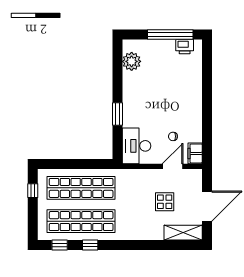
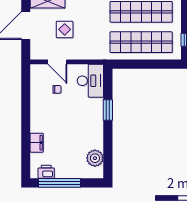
filing cabinet: (195, 153) -> (37, 143), moved
door: (173, 166) -> (57, 62), hinge flipped

